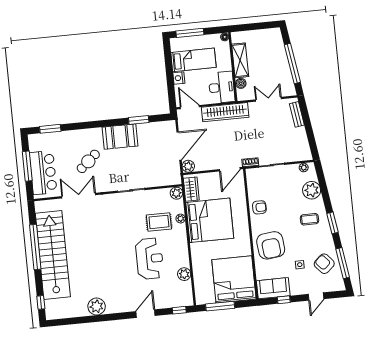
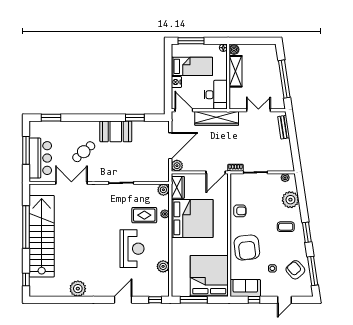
boiler: (241, 83) -> (234, 50), moved

